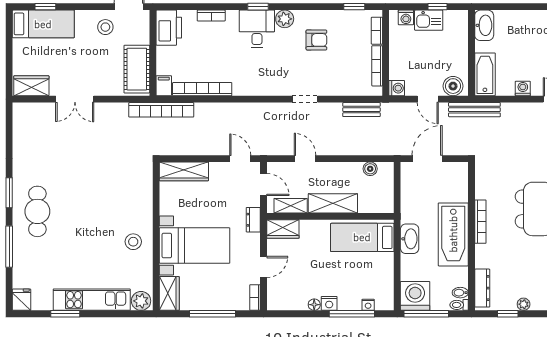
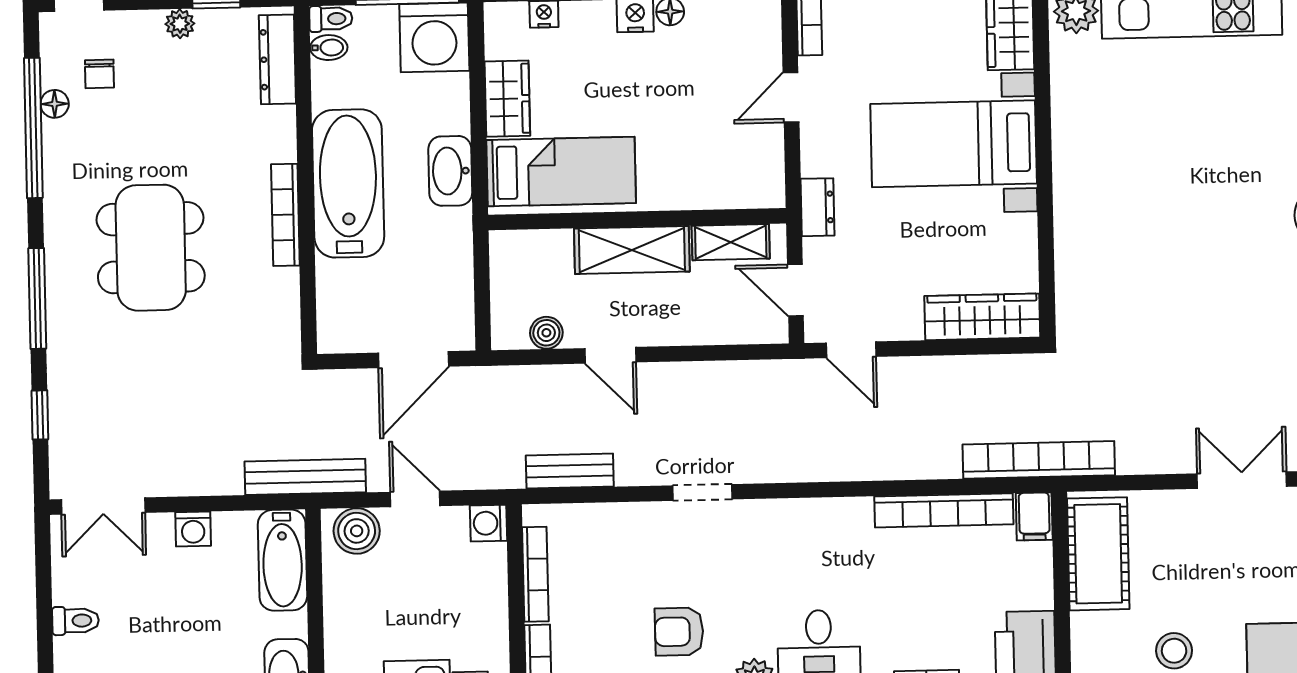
door: (305, 159) -> (610, 355), moved
wardrobe: (283, 229) -> (507, 99), moved, turned 90
stool: (133, 242) -> (1097, 149), removed

